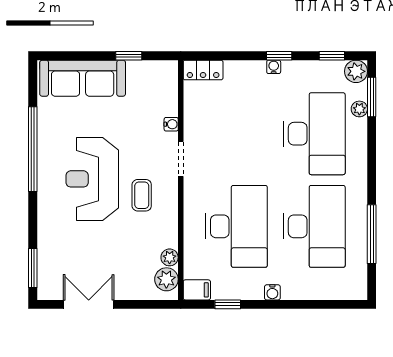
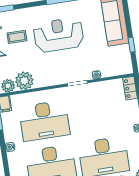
coffee table: (142, 195) -> (17, 37), moved
plant: (170, 257) -> (24, 81), width x1.87, depth x1.87

